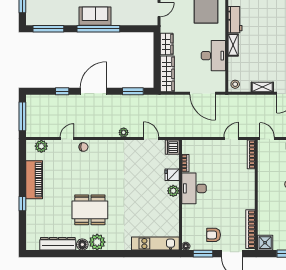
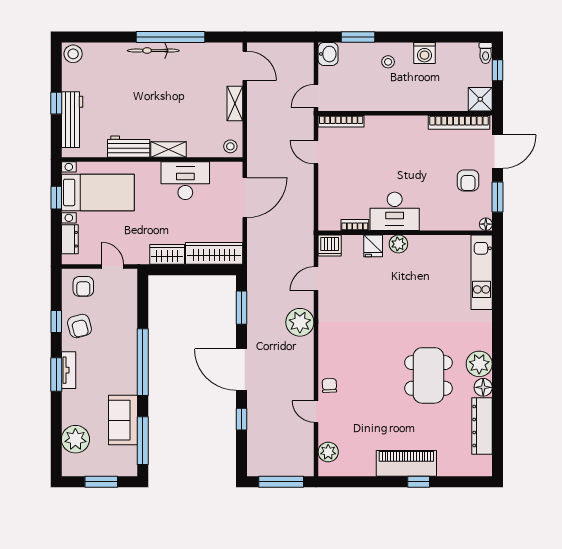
sofa: (95, 16) -> (123, 420), moved
plant: (124, 132) -> (300, 322), width x1.88, depth x1.88
piano: (34, 180) -> (406, 463), moved

